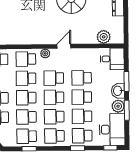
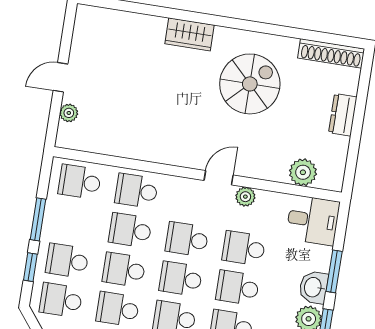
plant: (45, 53) -> (245, 197), moved

